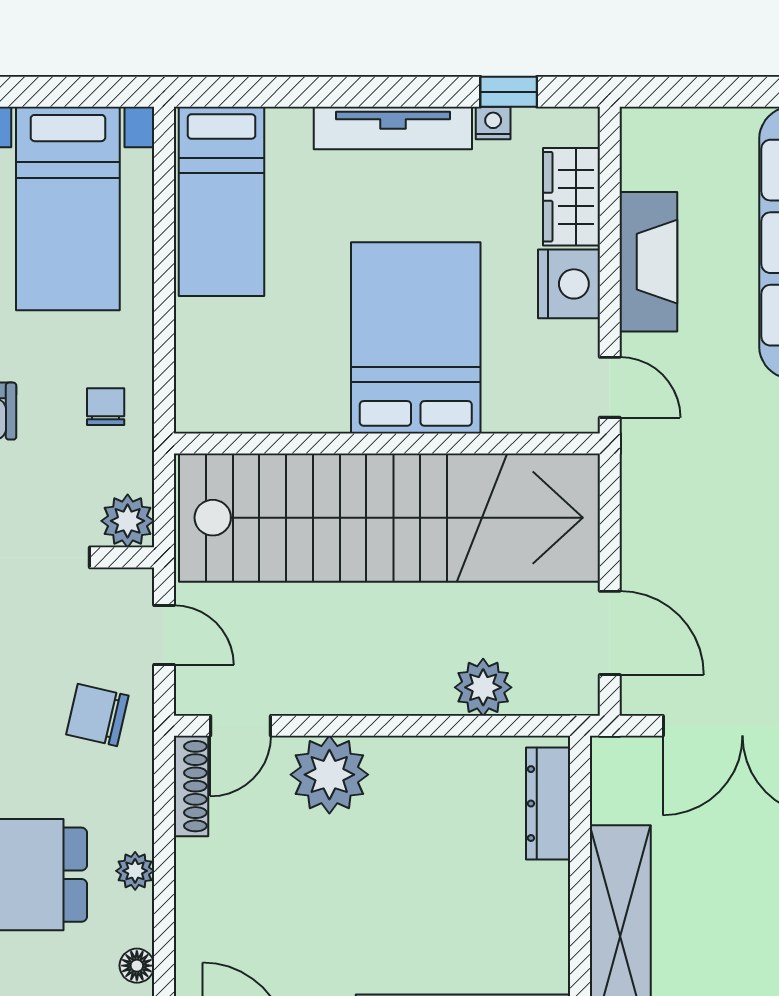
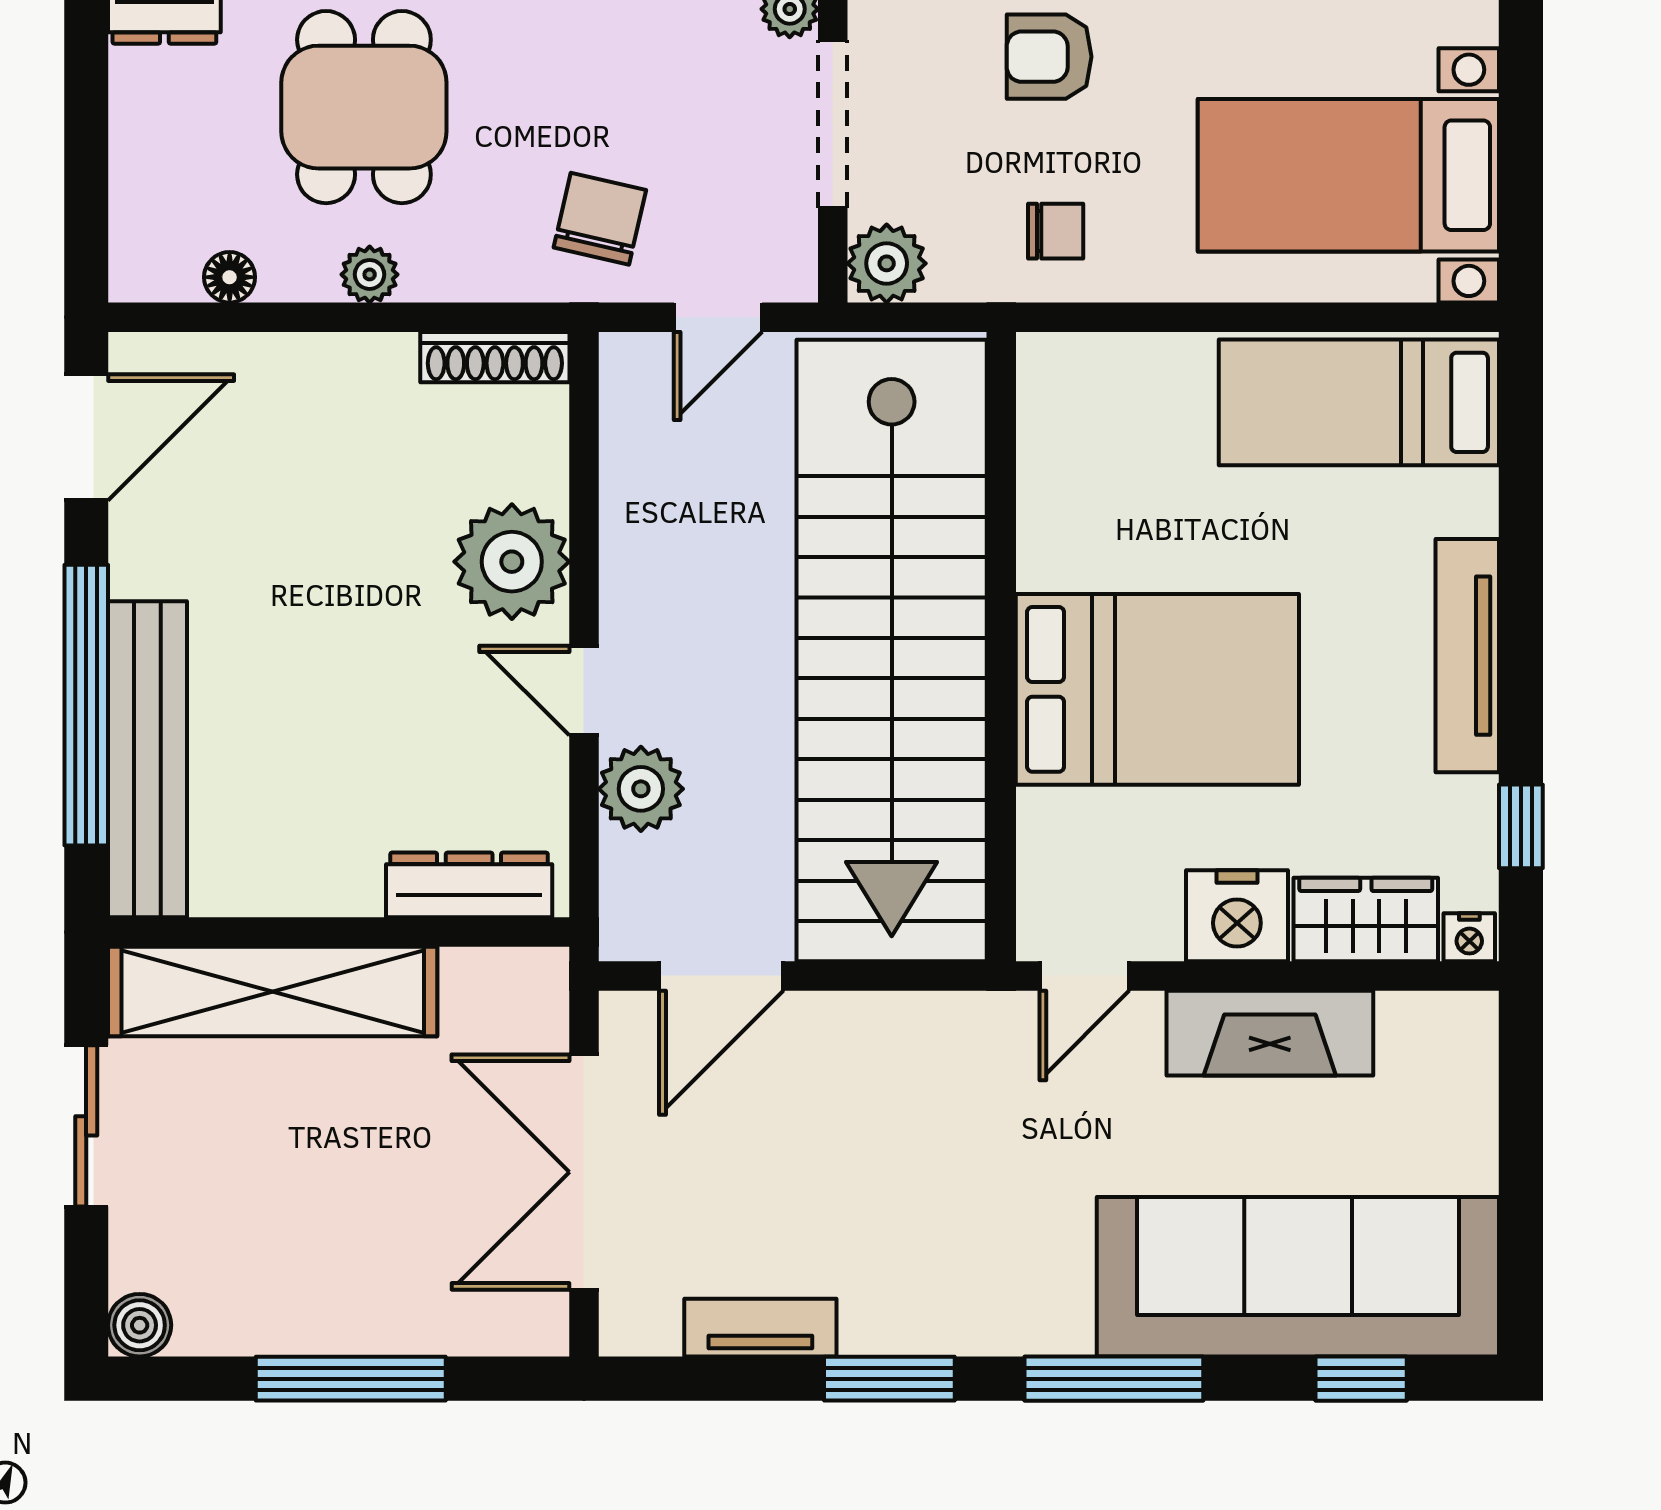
nightstand: (493, 123) -> (1469, 937), moved, turned 90
door: (241, 726) -> (584, 690), moved

